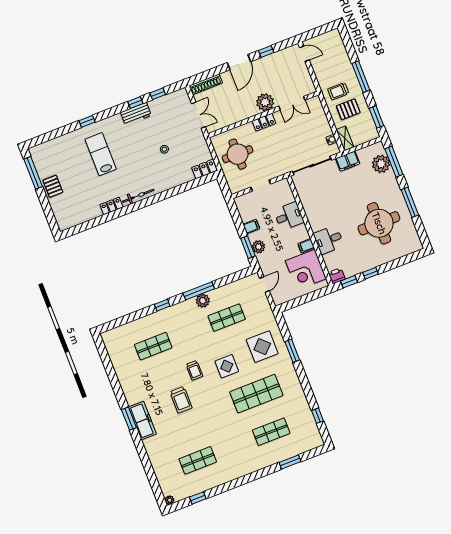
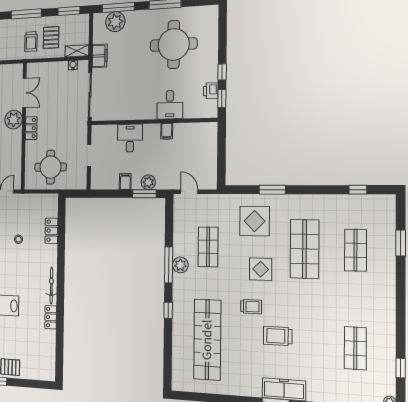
locker: (204, 169) -> (51, 231), moved
corner desk: (306, 270) -> (191, 141), removed
printer: (337, 276) -> (211, 91), moved
shop shelf: (153, 346) -> (207, 340), width x2.00, depth x1.36
trolley: (181, 400) -> (278, 336), turned 180

